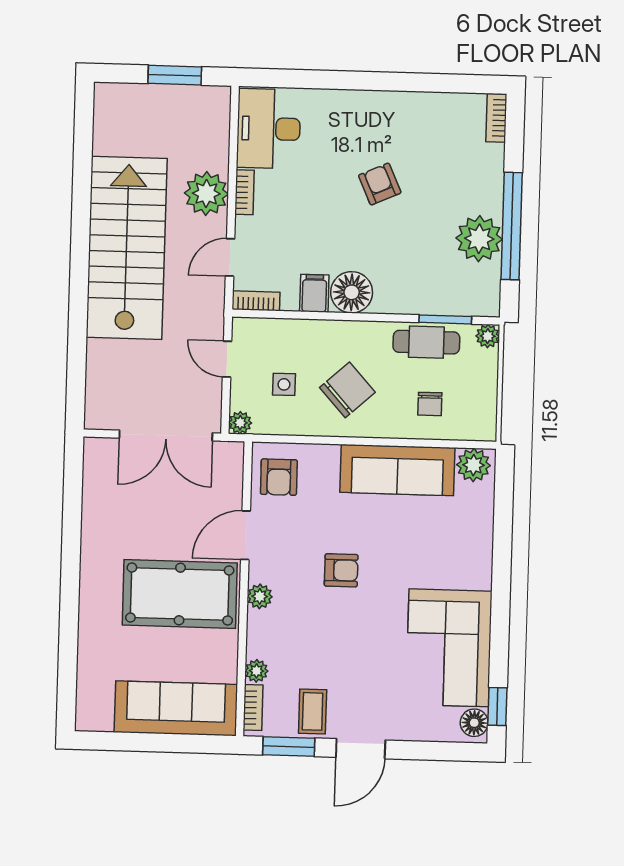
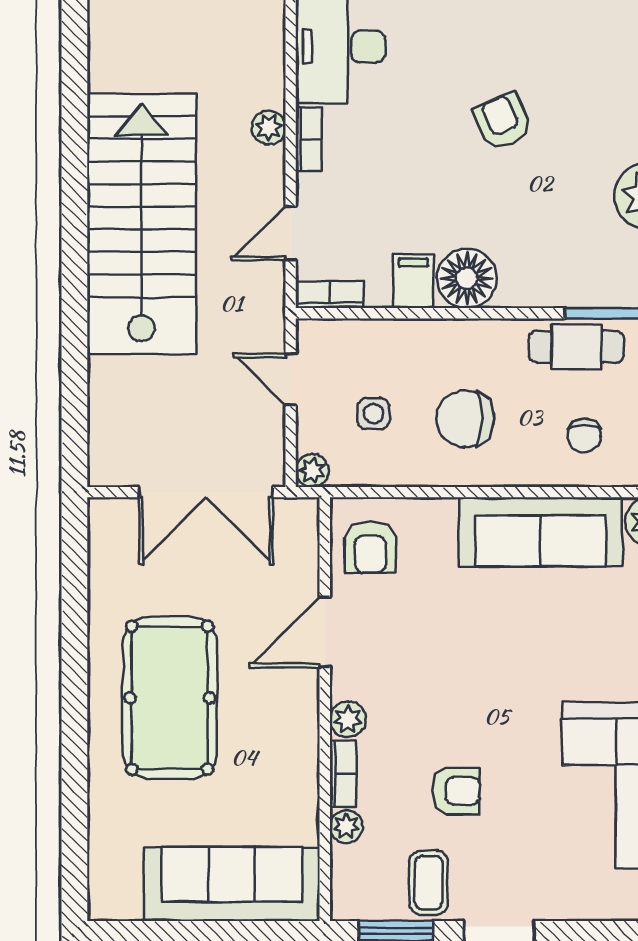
plant: (206, 193) -> (269, 128), width x0.53, depth x0.53
chair: (347, 390) -> (465, 419), turned -138
armchair: (341, 570) -> (456, 791), moved
pool table: (180, 594) -> (170, 698), moved, turned 90
bookcase: (253, 708) -> (343, 774), moved

